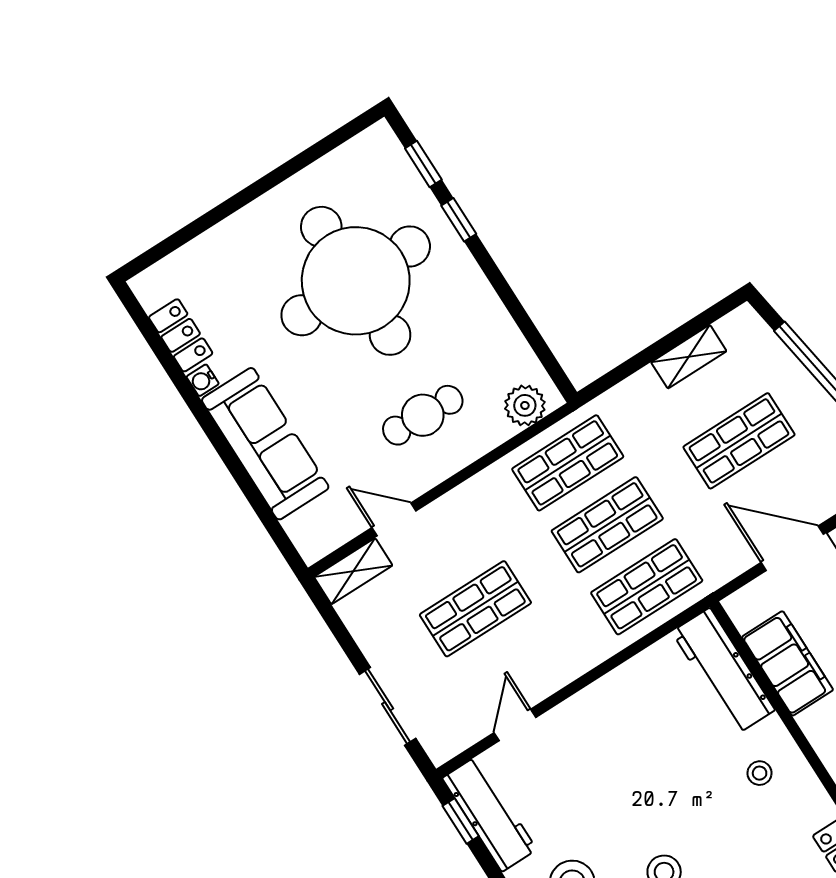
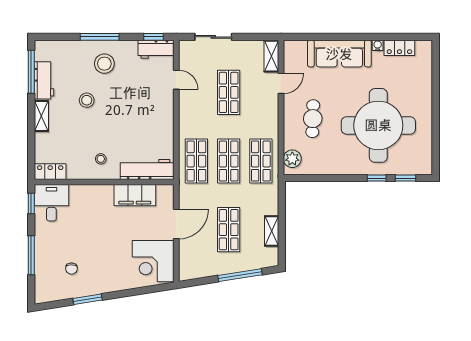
workbench: (490, 814) -> (156, 49), width x0.73

